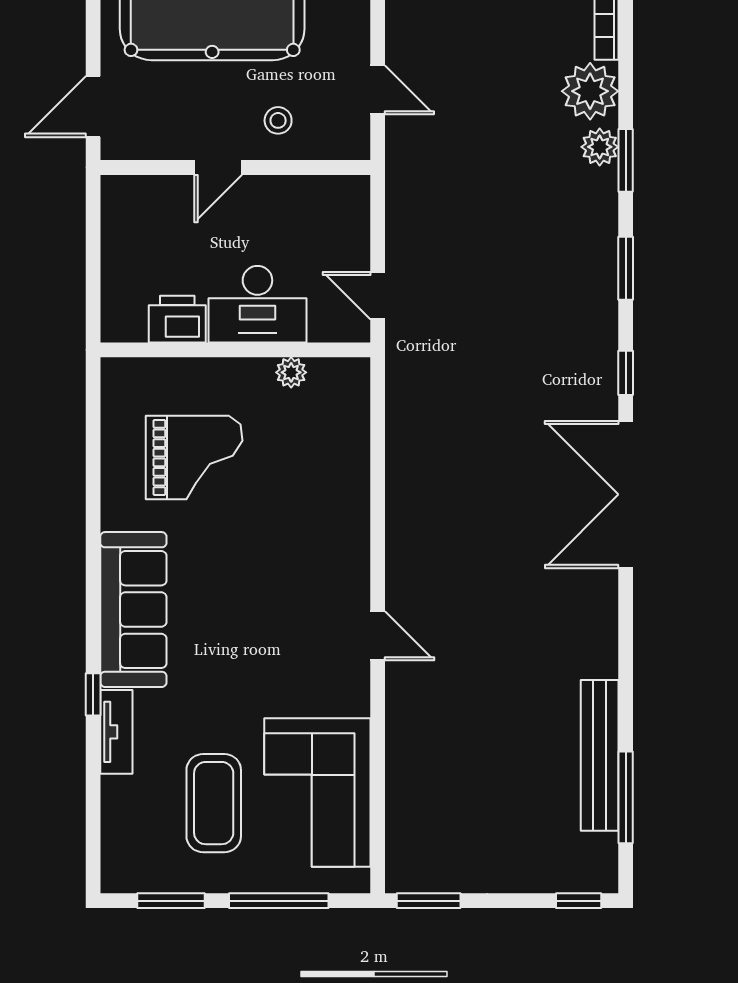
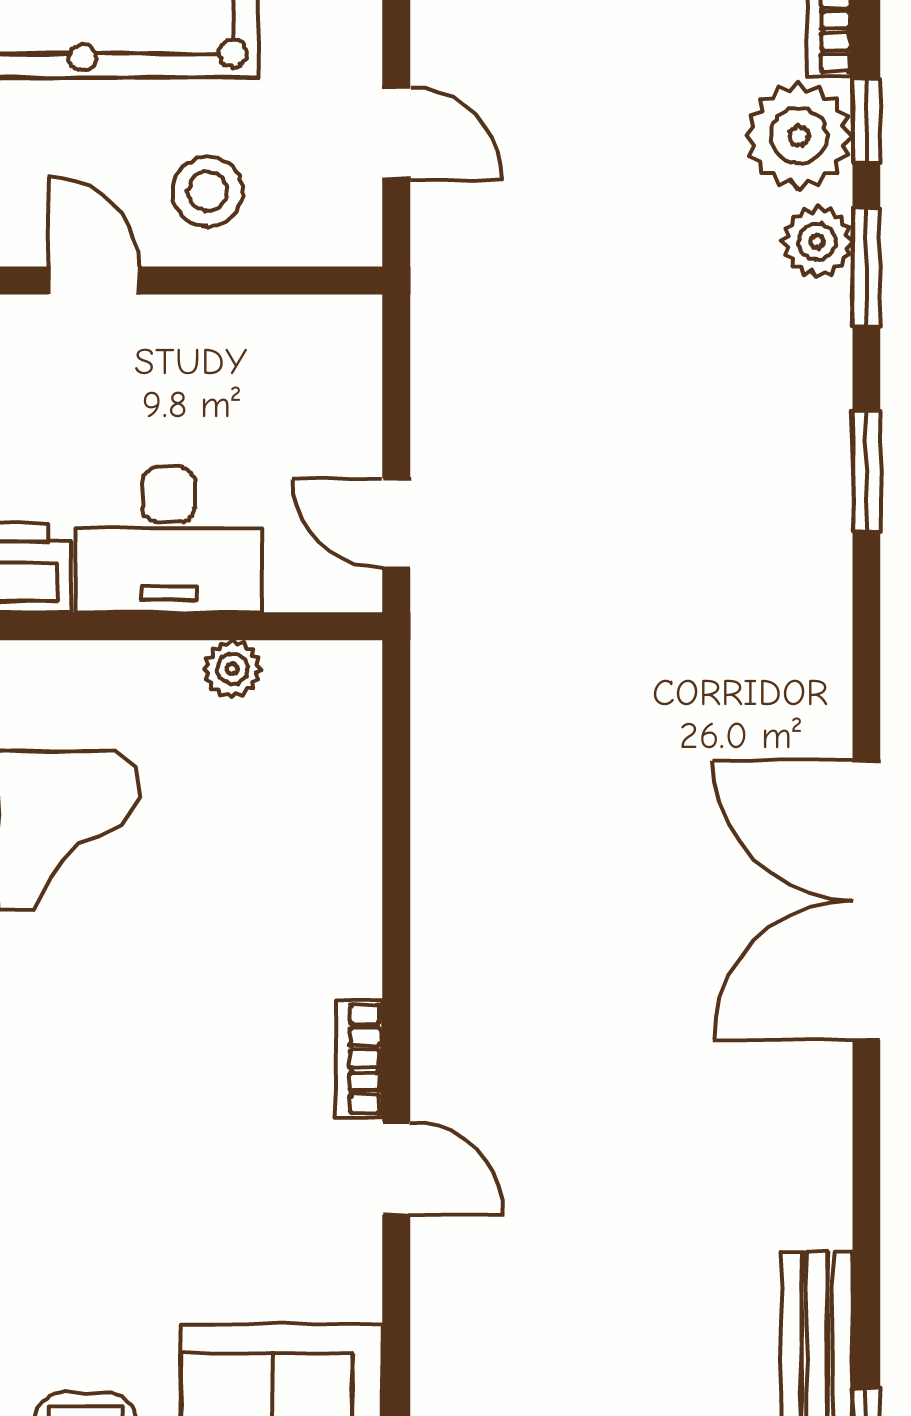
stool: (278, 120) -> (207, 191), width x1.37, depth x1.37
door: (218, 167) -> (94, 280), swing flipped
window: (626, 373) -> (866, 121), moved
bookcase: (358, 578) -> (359, 1059), added

